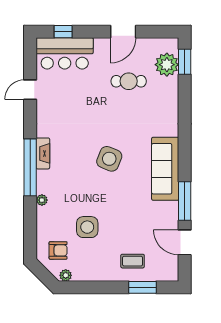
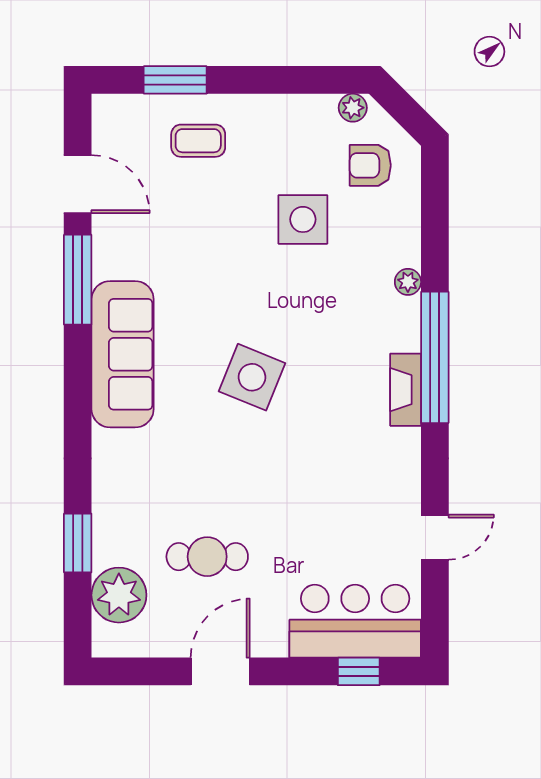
window: (185, 62) -> (78, 543), moved

